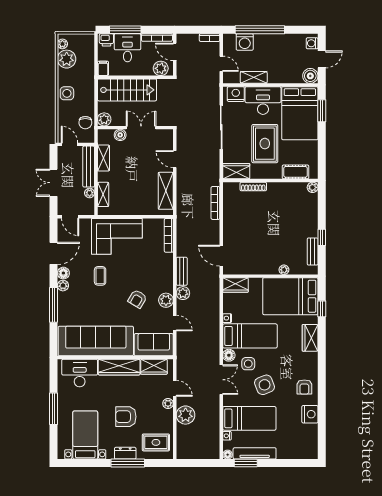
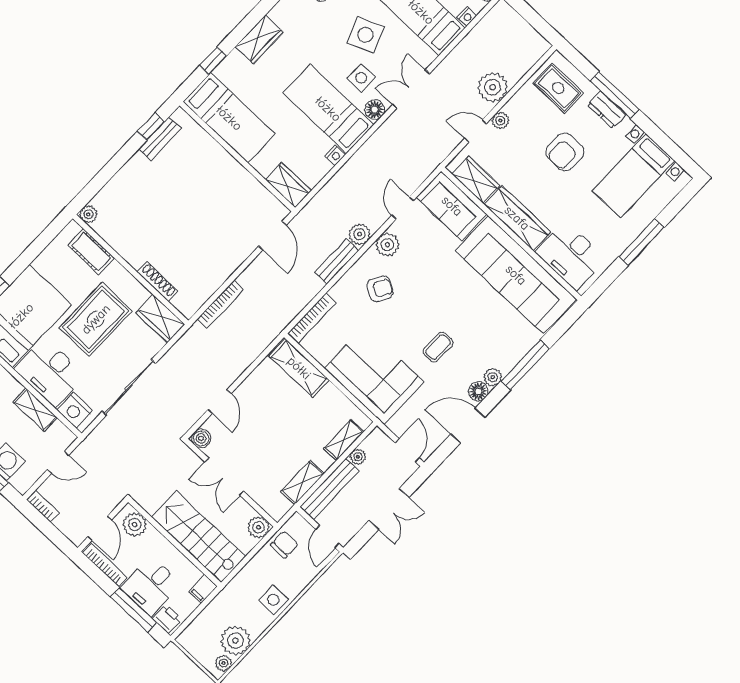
door: (221, 64) -> (58, 462), swing flipped
boiler: (120, 135) -> (201, 438), moved
shelving: (166, 191) -> (299, 368), moved, turned 90
window: (322, 237) -> (151, 127), moved
plant: (284, 270) -> (214, 149), removed
bed: (290, 296) -> (229, 118), width x0.67
armchair: (137, 299) -> (380, 289), moved
door: (175, 388) -> (475, 131), hinge flipped
armchair: (126, 417) -> (565, 152), turned 90

